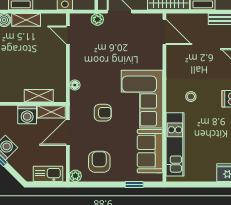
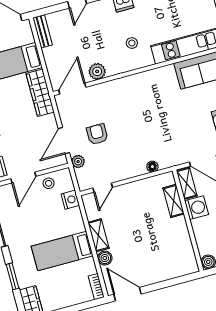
plant: (174, 58) -> (97, 71), added
corner sofa: (142, 99) -> (148, 93), removed
armchair: (103, 113) -> (97, 134), moved

